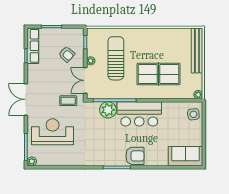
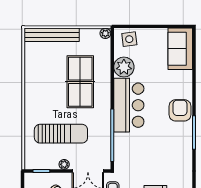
sun lounger: (116, 58) -> (61, 134), turned 180
plant: (108, 110) -> (124, 67), moved

